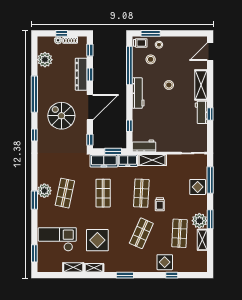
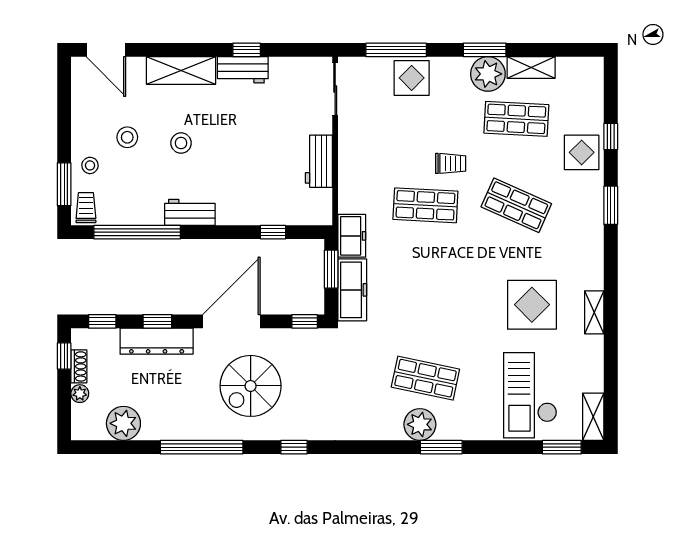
window: (62, 33) -> (64, 356), moved
stool: (151, 59) -> (127, 137), moved
workbench: (138, 93) -> (190, 212), width x0.73
door: (90, 107) -> (231, 321), hinge flipped
workbench: (144, 146) -> (319, 161), moved
shelving: (152, 160) -> (351, 181), removed
shop shelf: (103, 193) -> (425, 292), removed
shelving: (73, 267) -> (593, 417), moved
window: (125, 275) -> (611, 205), moved

